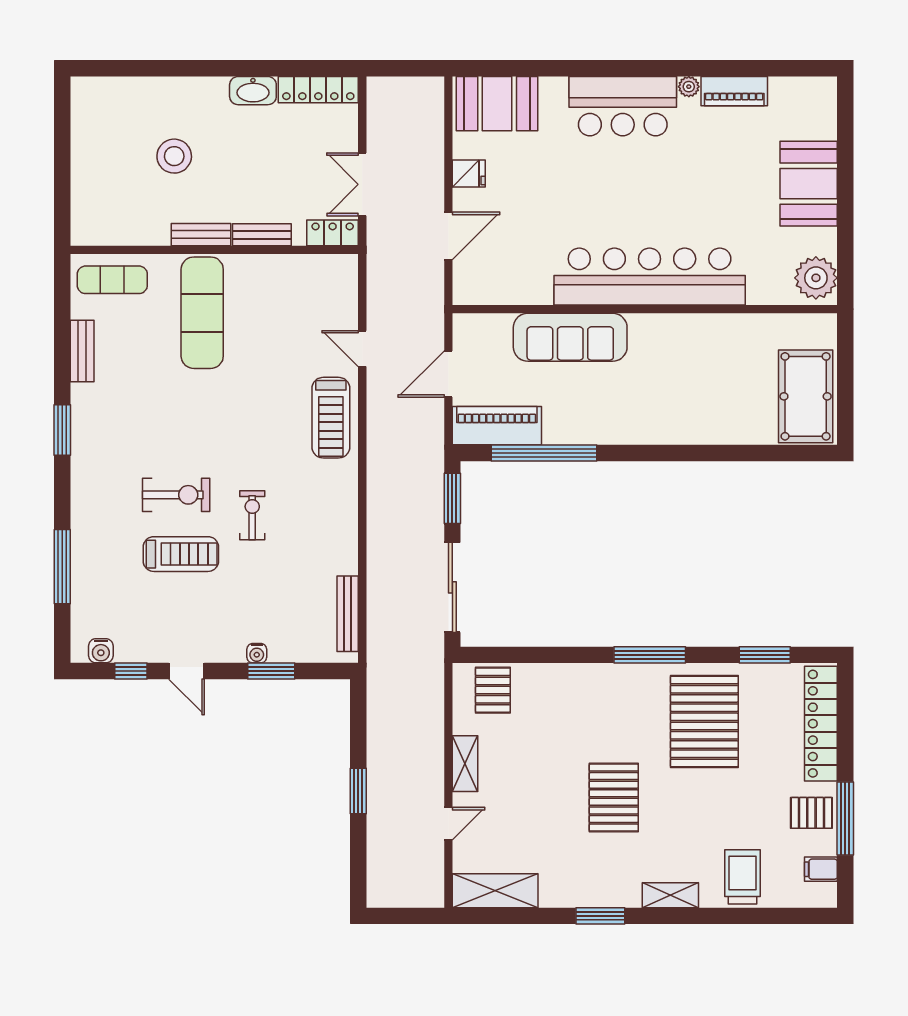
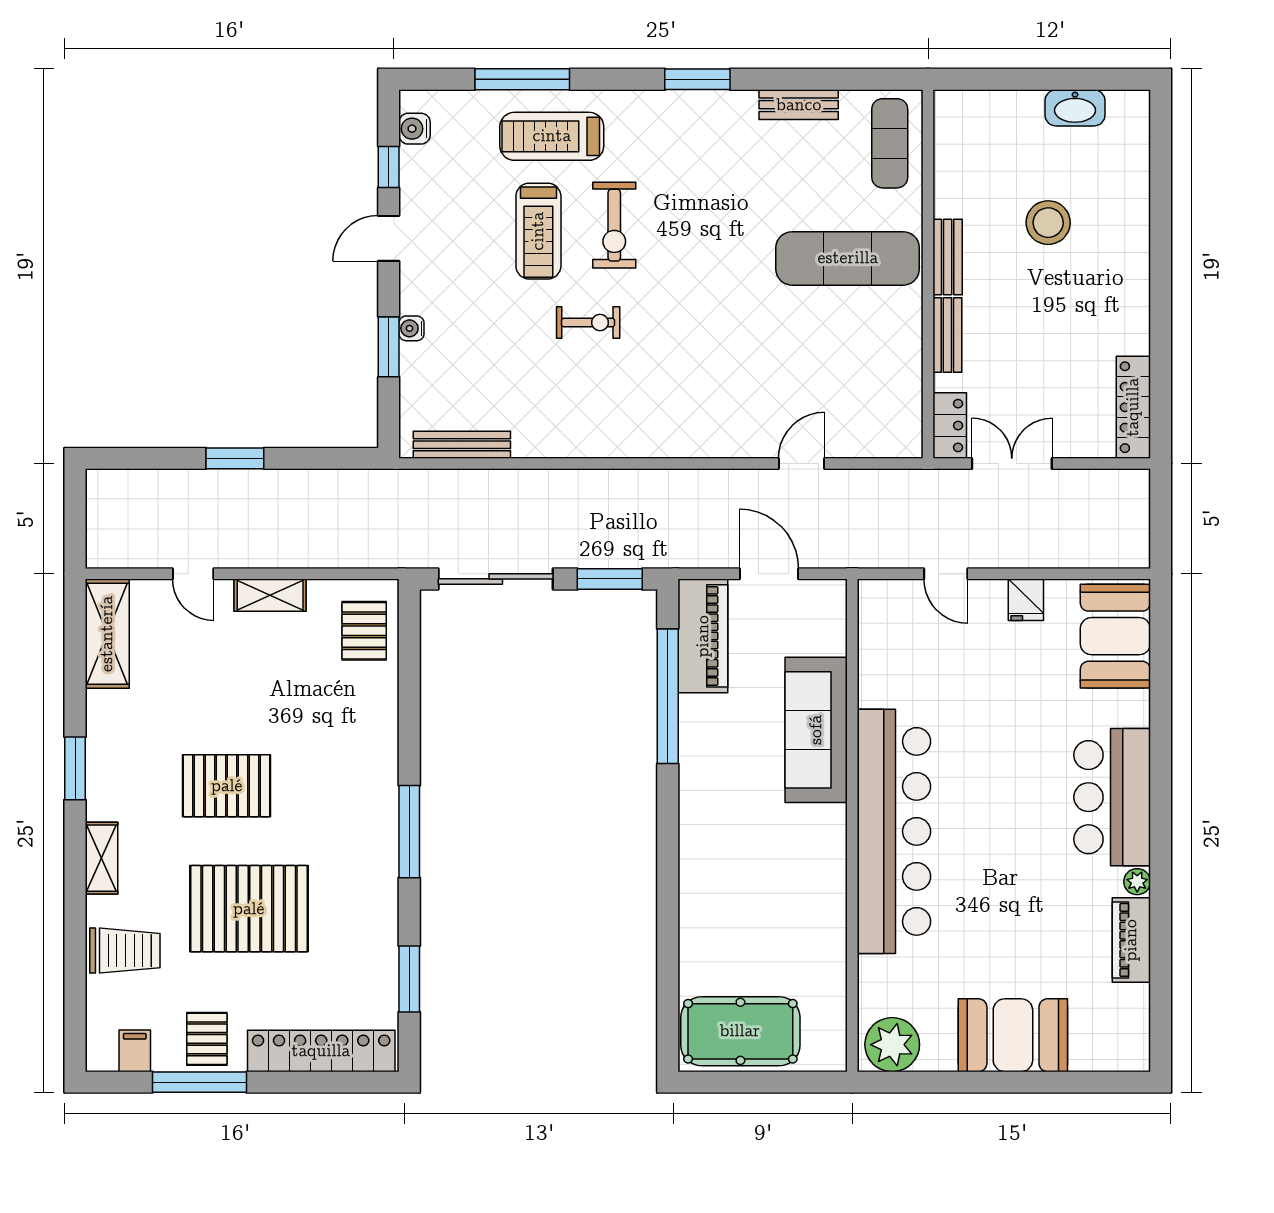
washbasin: (253, 91) -> (1075, 108), moved, turned -90
door: (448, 236) -> (946, 574), width x0.73
treadmill: (331, 418) -> (552, 136), moved
pallet: (493, 690) -> (364, 631), turned 90
pallet: (704, 721) -> (249, 909), moved

